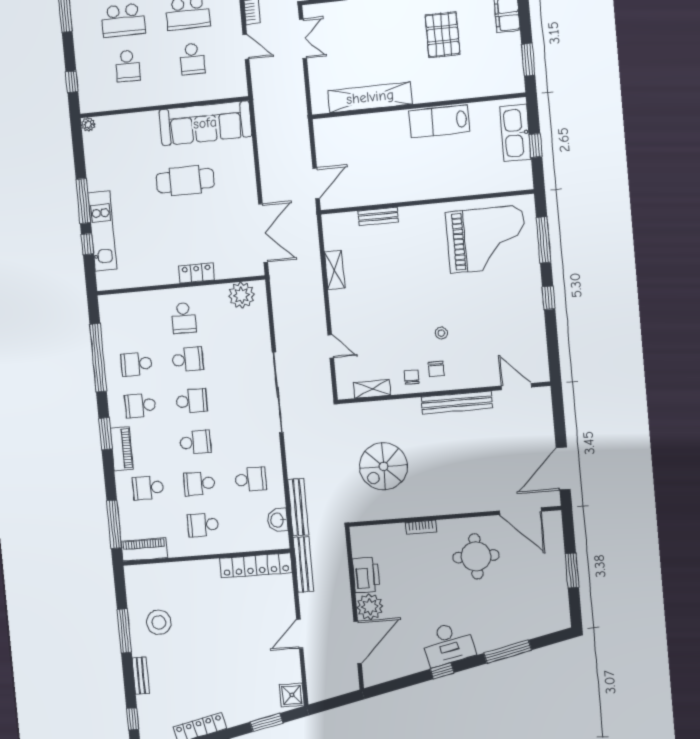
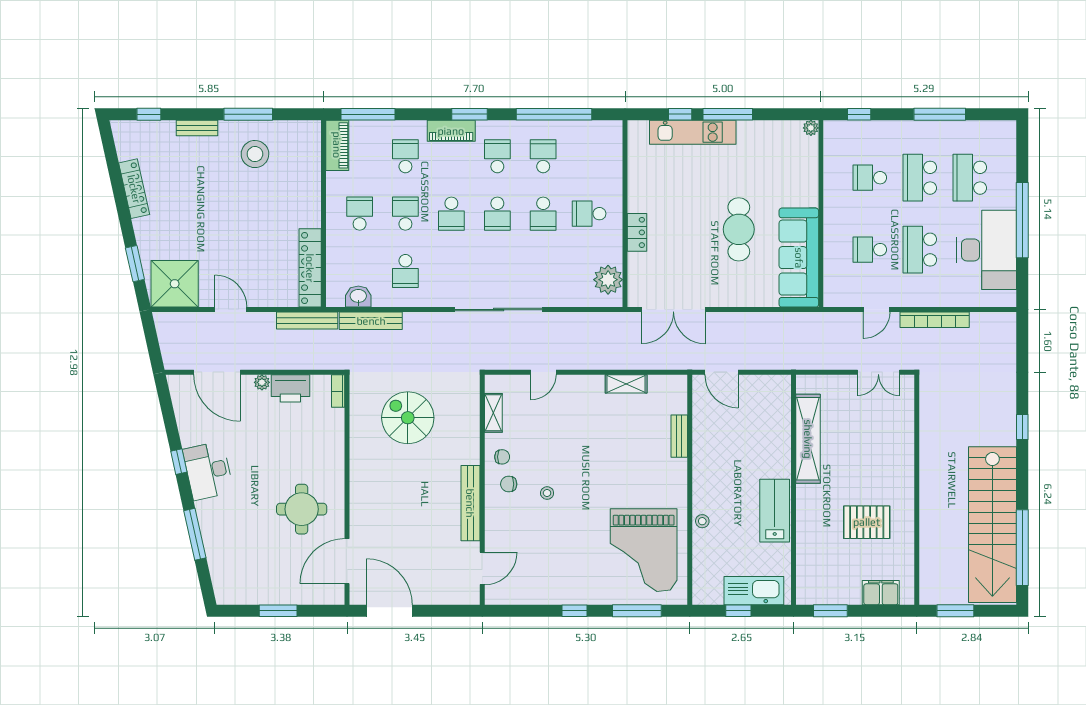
stool: (455, 187) -> (702, 521), added
bookcase: (421, 527) -> (338, 391), moved
plant: (370, 607) -> (262, 382), width x0.53, depth x0.53
shower: (292, 695) -> (175, 284), width x1.86, depth x1.86

